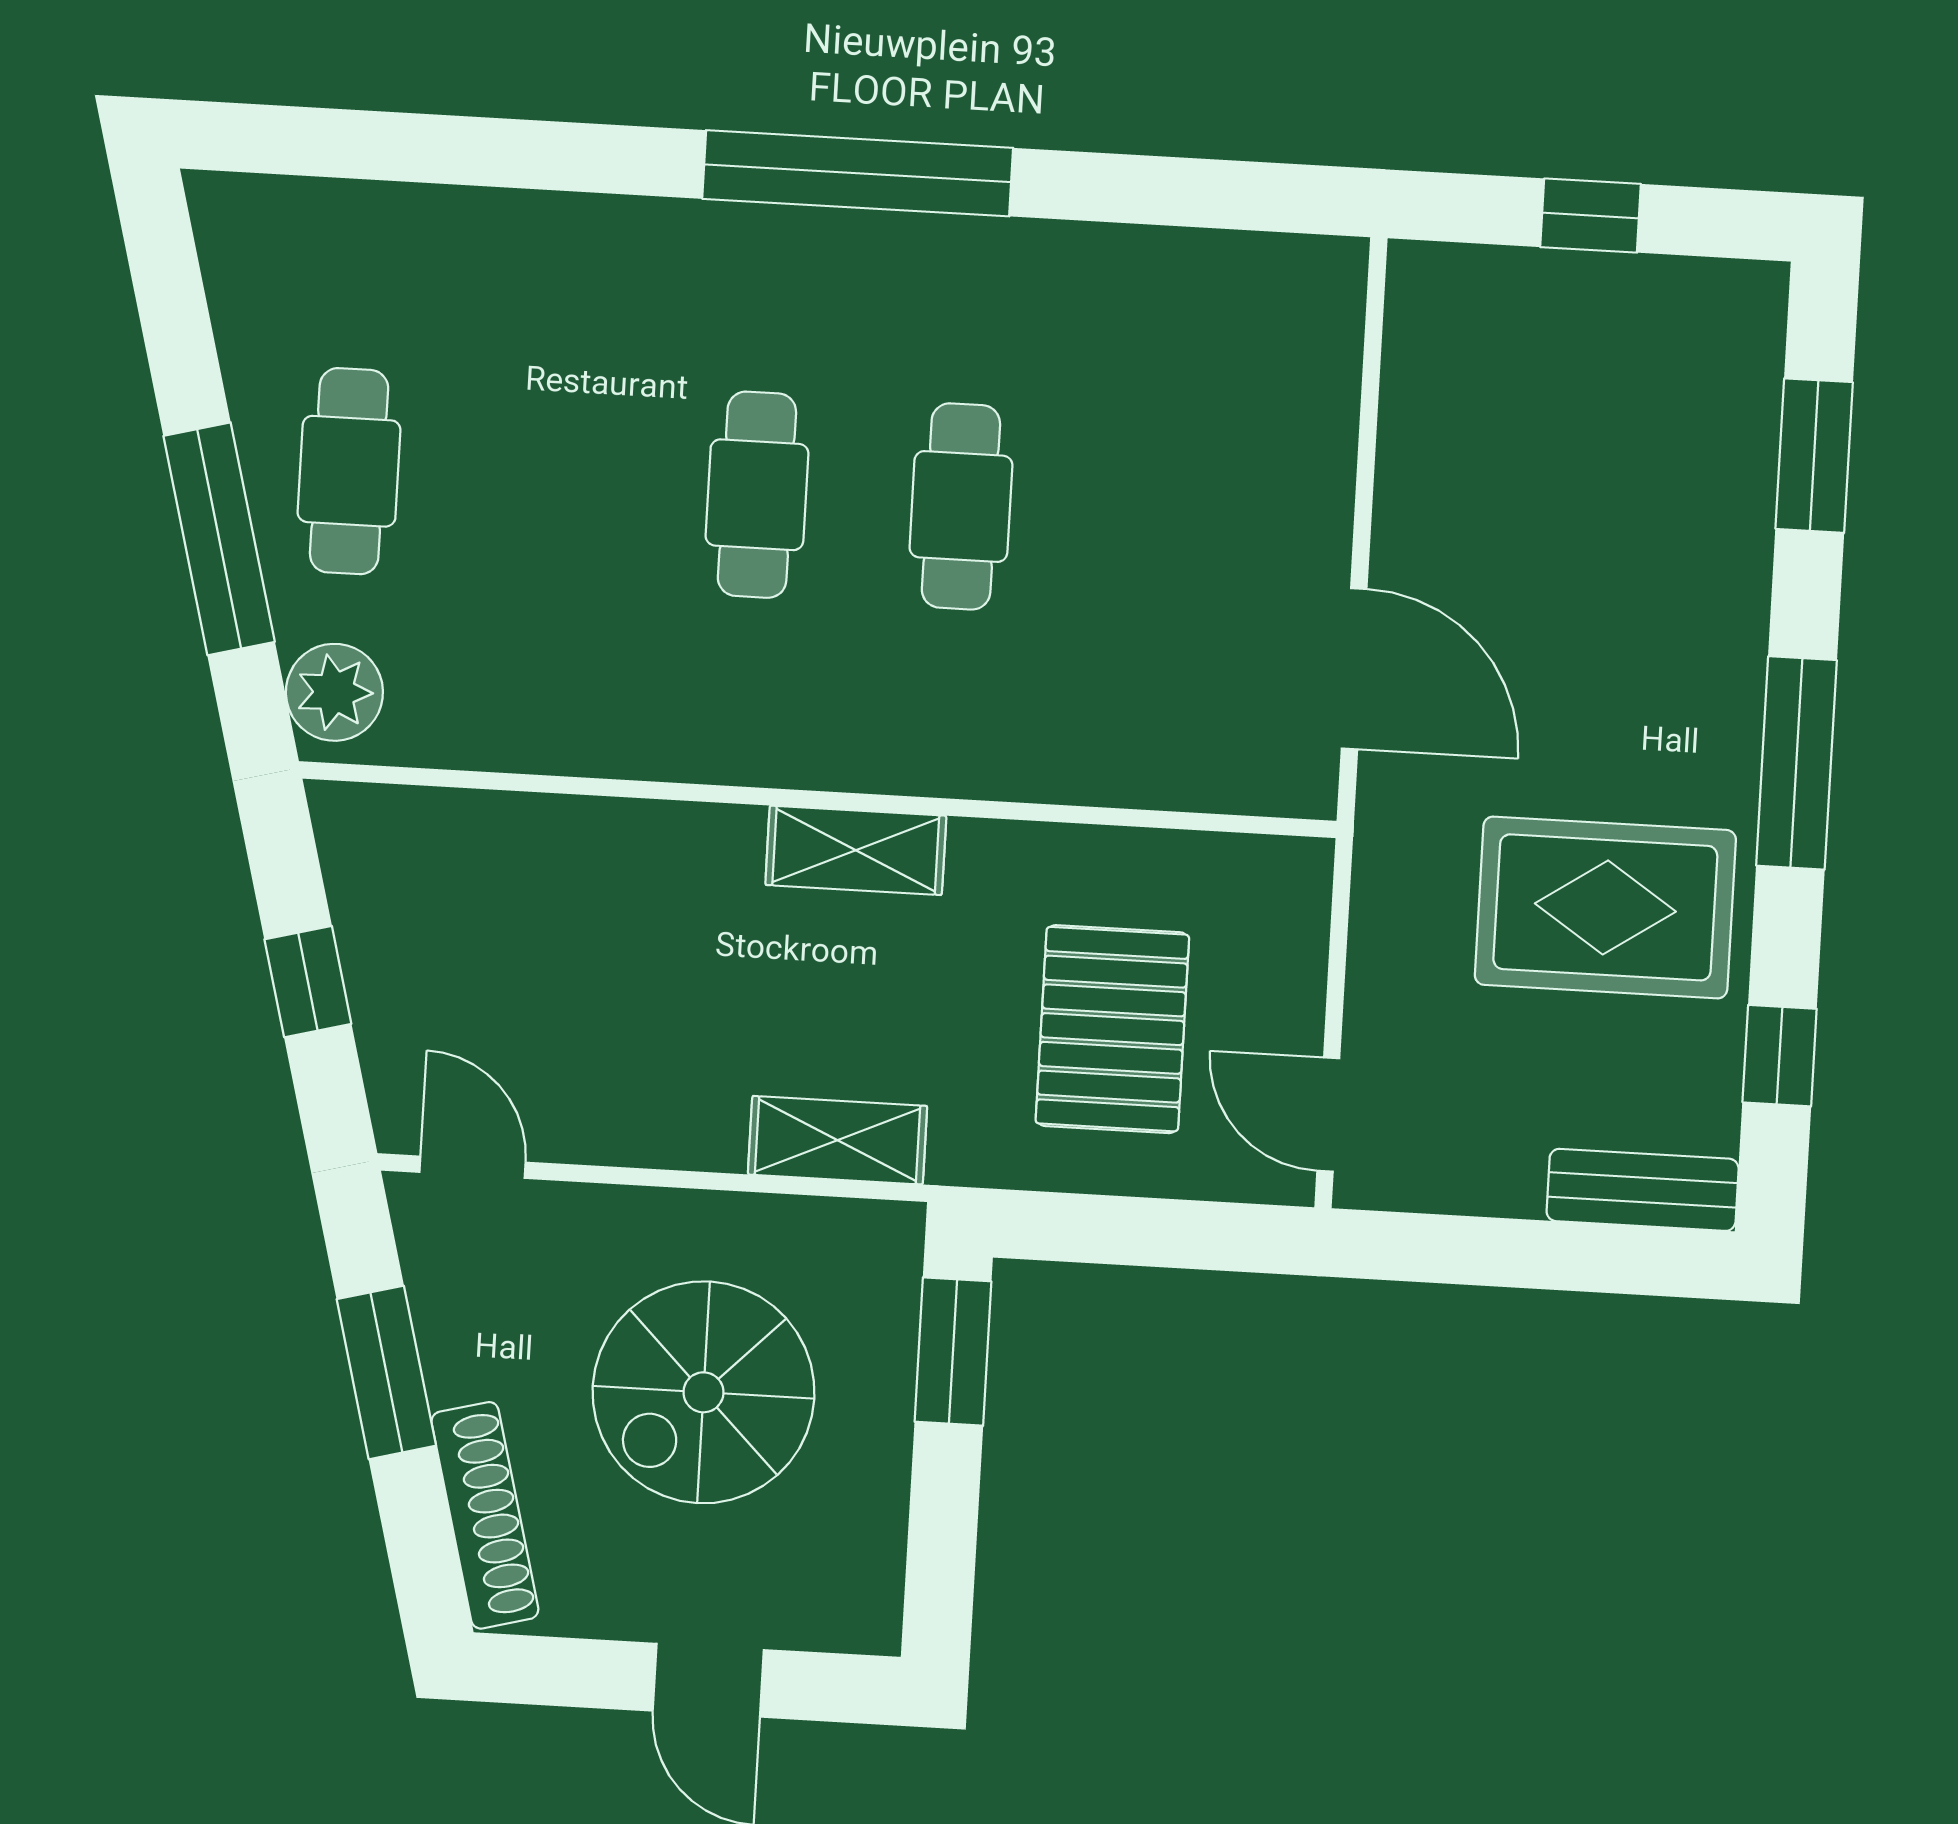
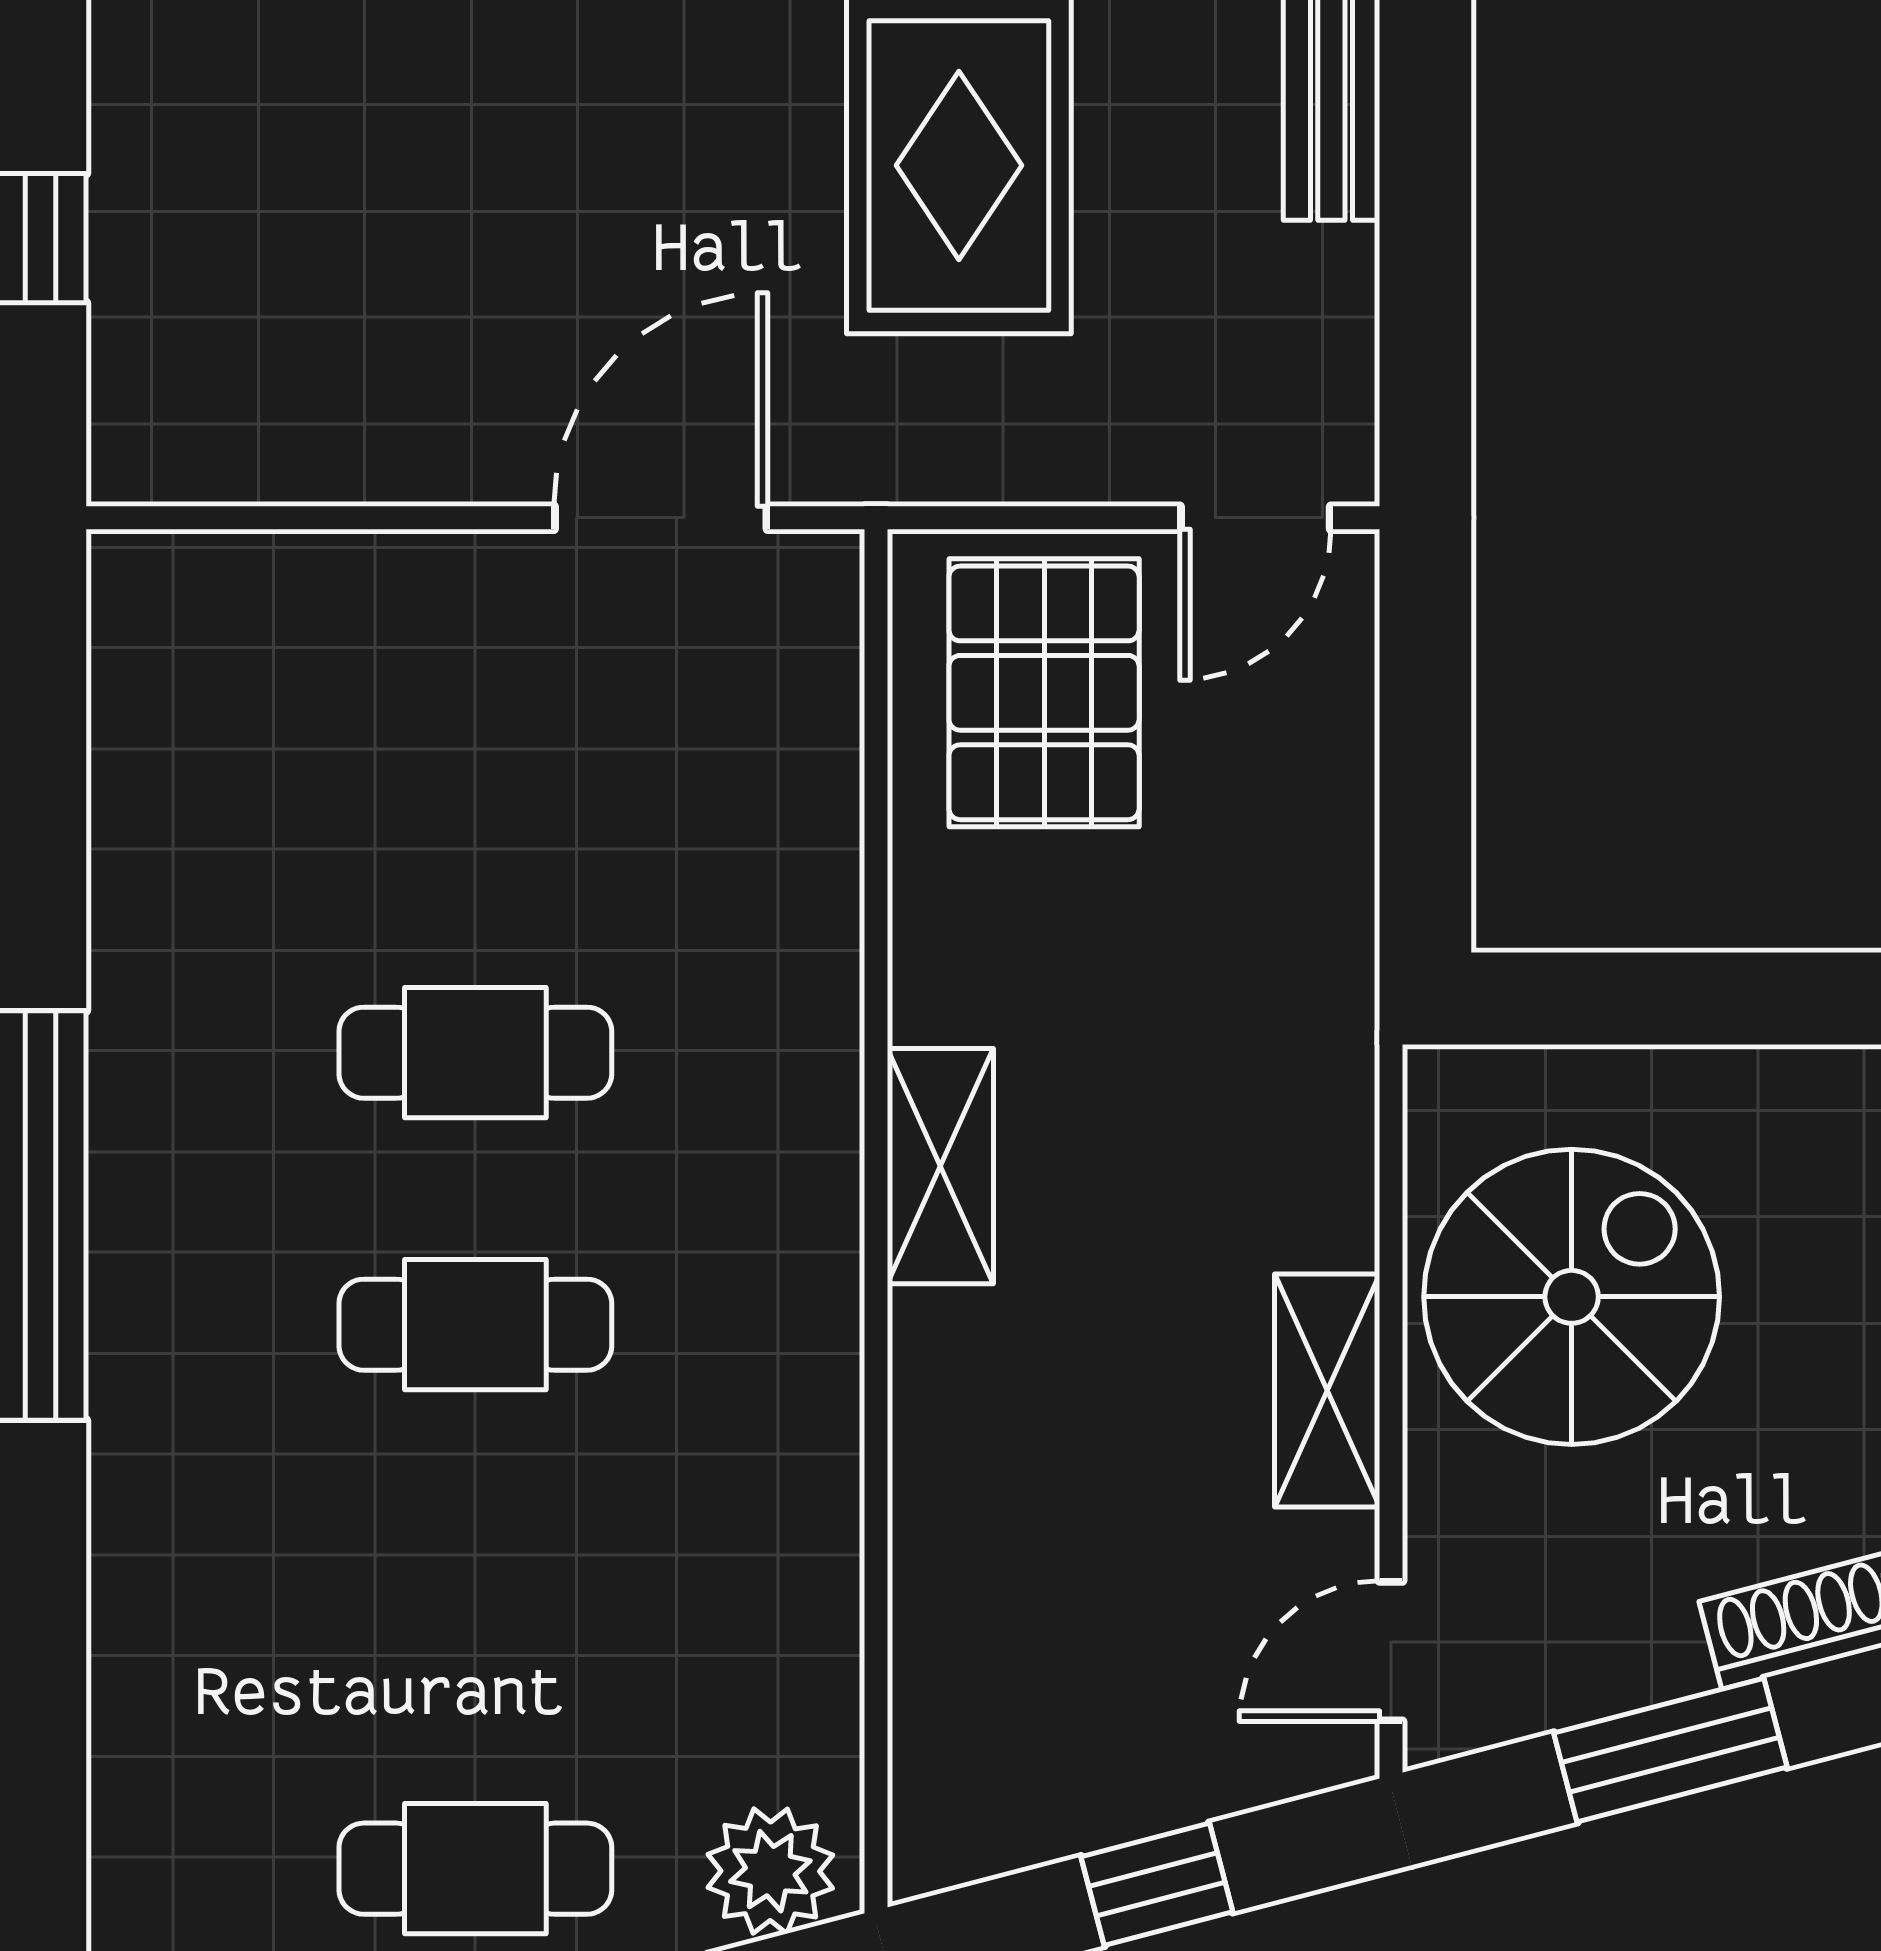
pallet: (1112, 1029) -> (1044, 693), moved, turned 90
shelving: (838, 1140) -> (1327, 1391), moved
window: (953, 1352) -> (1599, 998), removed
spiral stairs: (703, 1392) -> (1572, 1297), moved, turned -90

